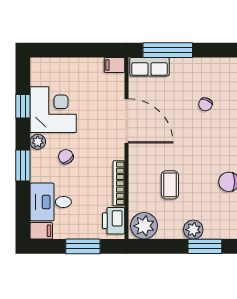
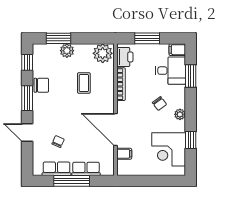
window: (168, 50) -> (72, 181), moved
filing cabinet: (114, 65) -> (124, 154), moved
row of seats: (150, 67) -> (86, 169), moved
row of seats: (208, 67) -> (56, 169), added
corner desk: (53, 110) -> (169, 149), moved
window: (23, 165) -> (191, 76), moved

